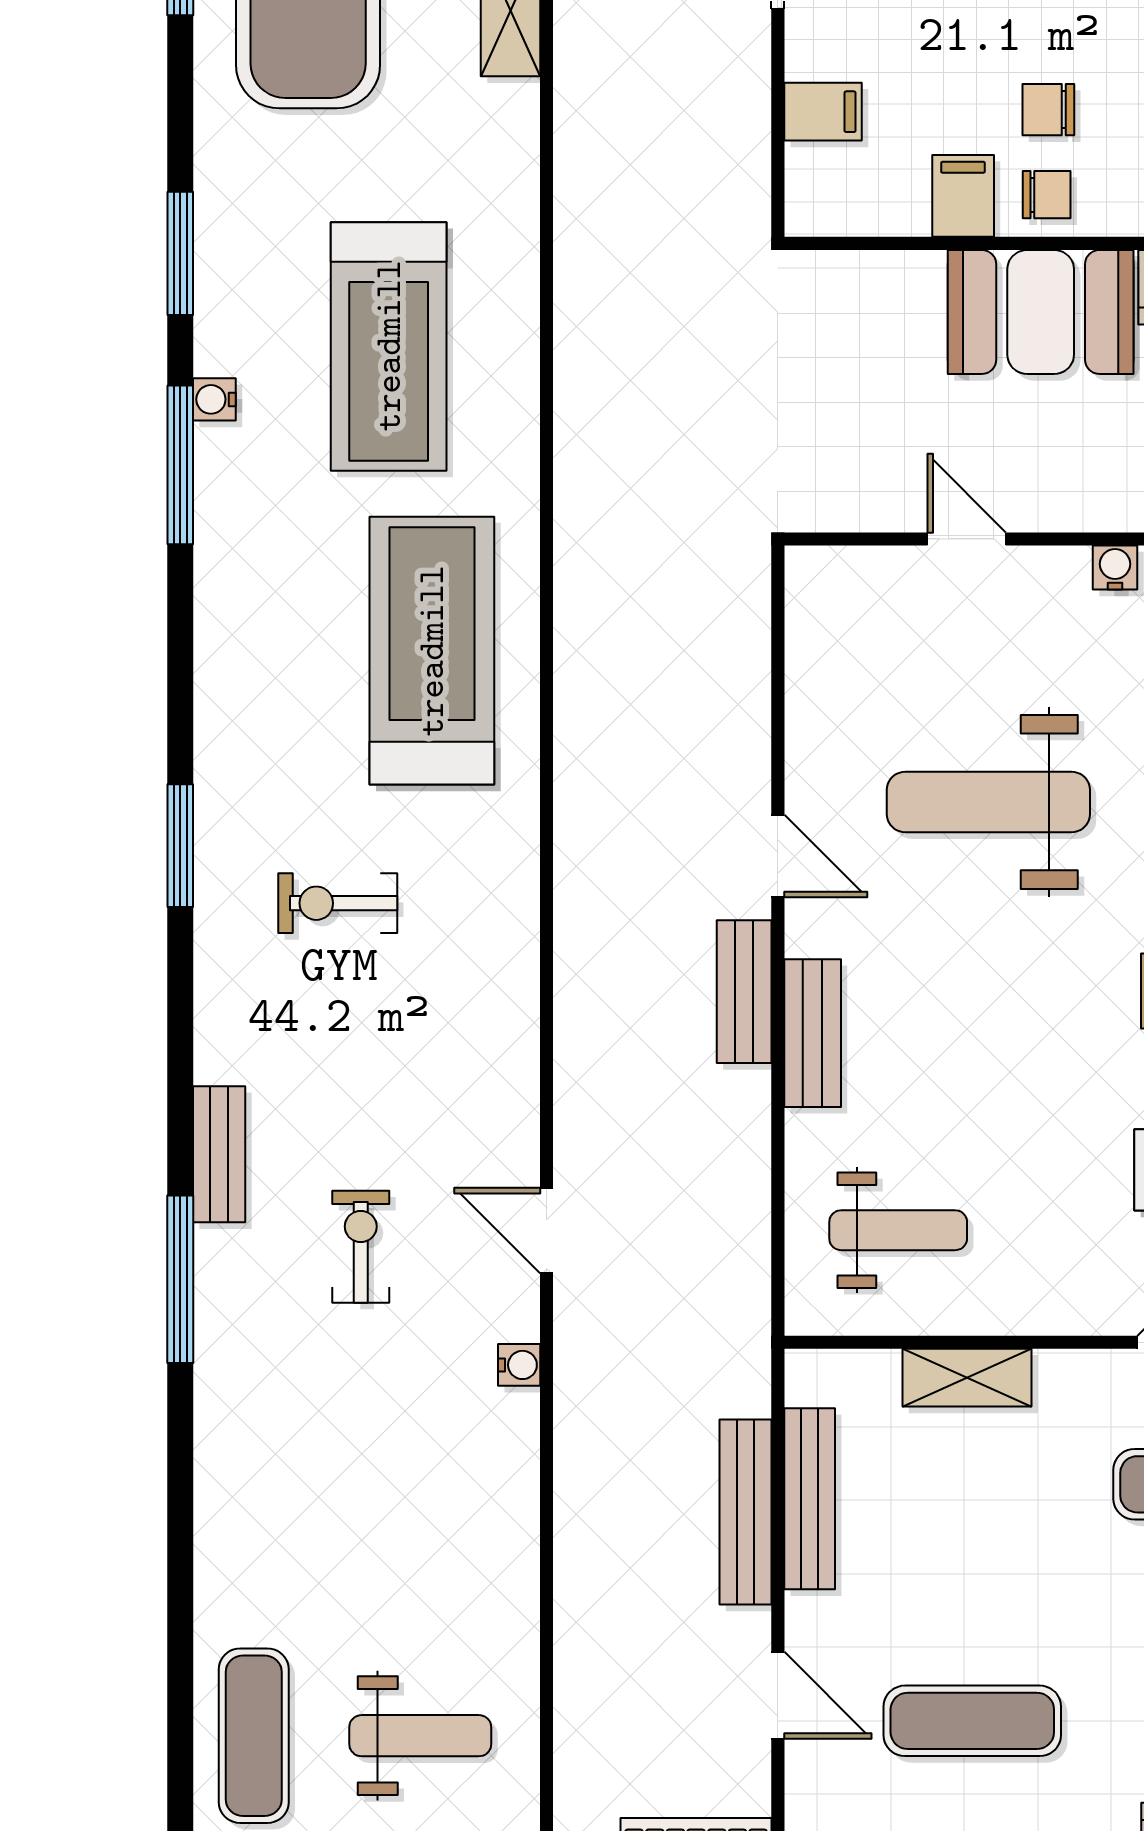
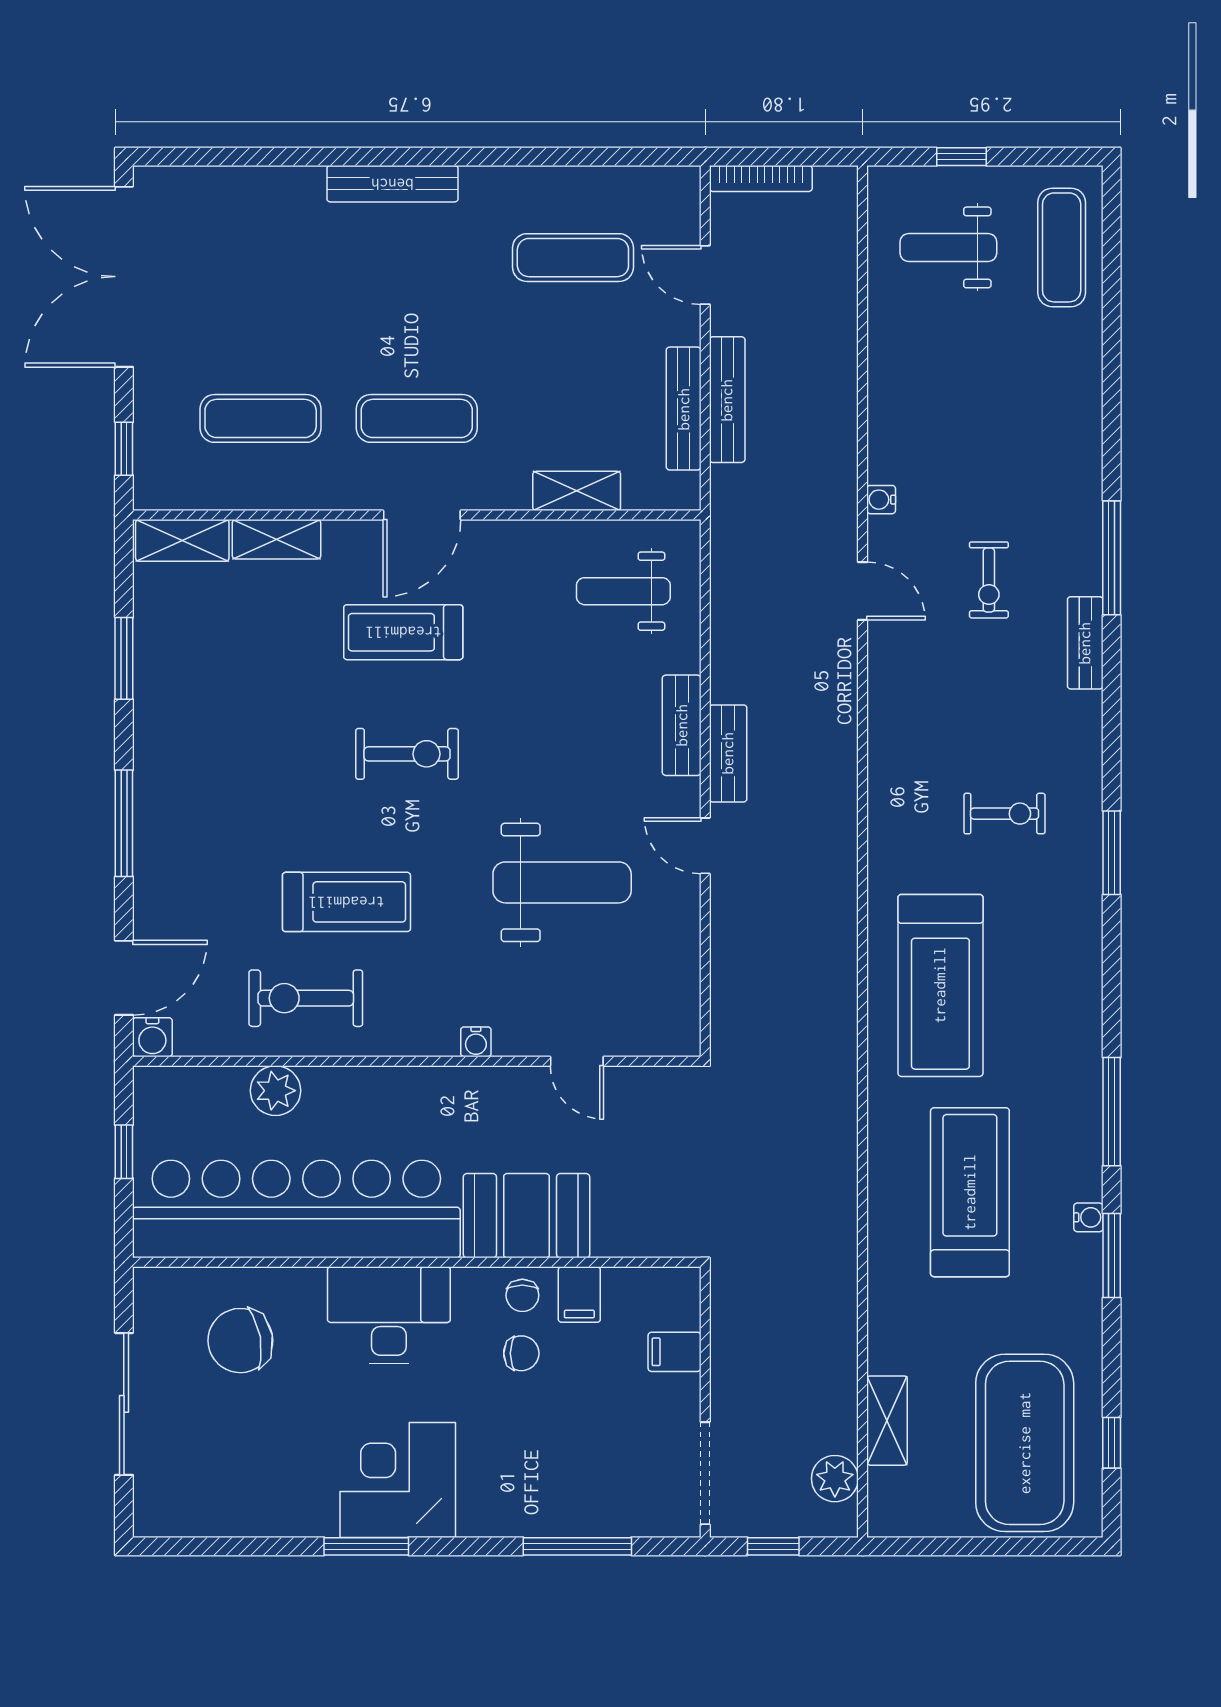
chair: (1047, 195) -> (522, 1295), turned -90
water cooler: (214, 399) -> (1088, 1217), moved

